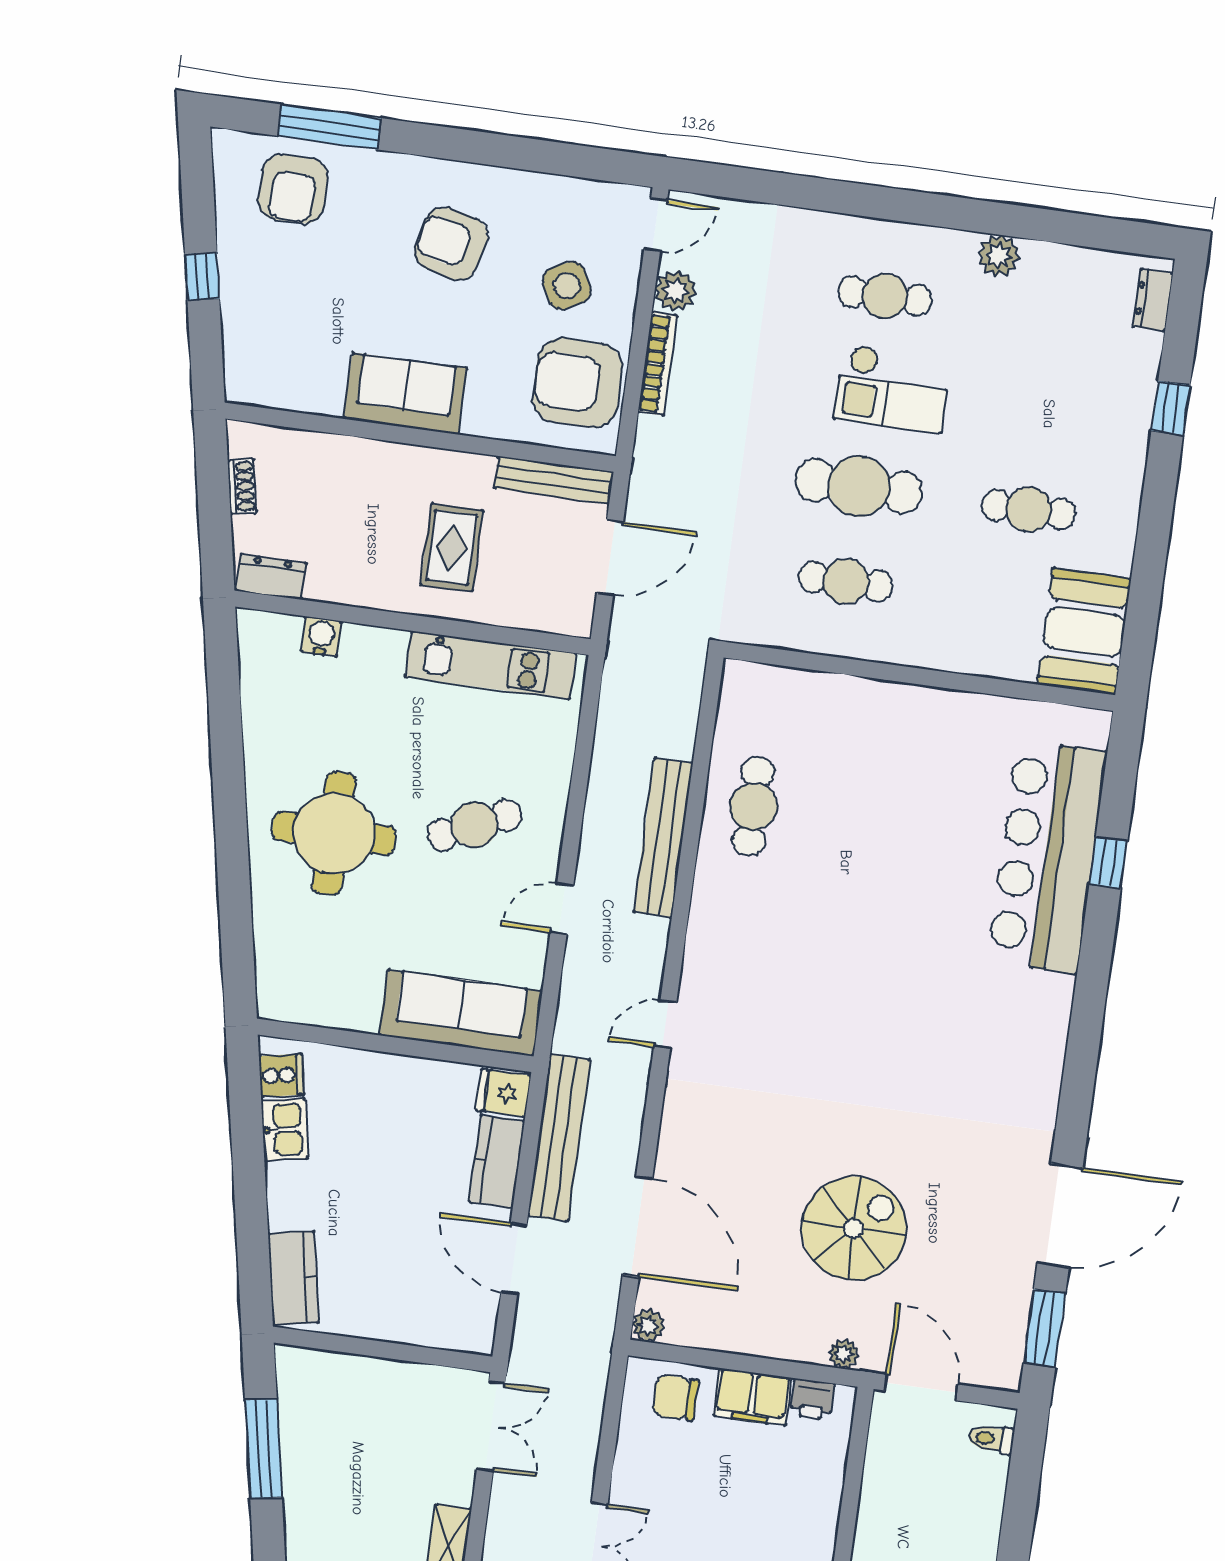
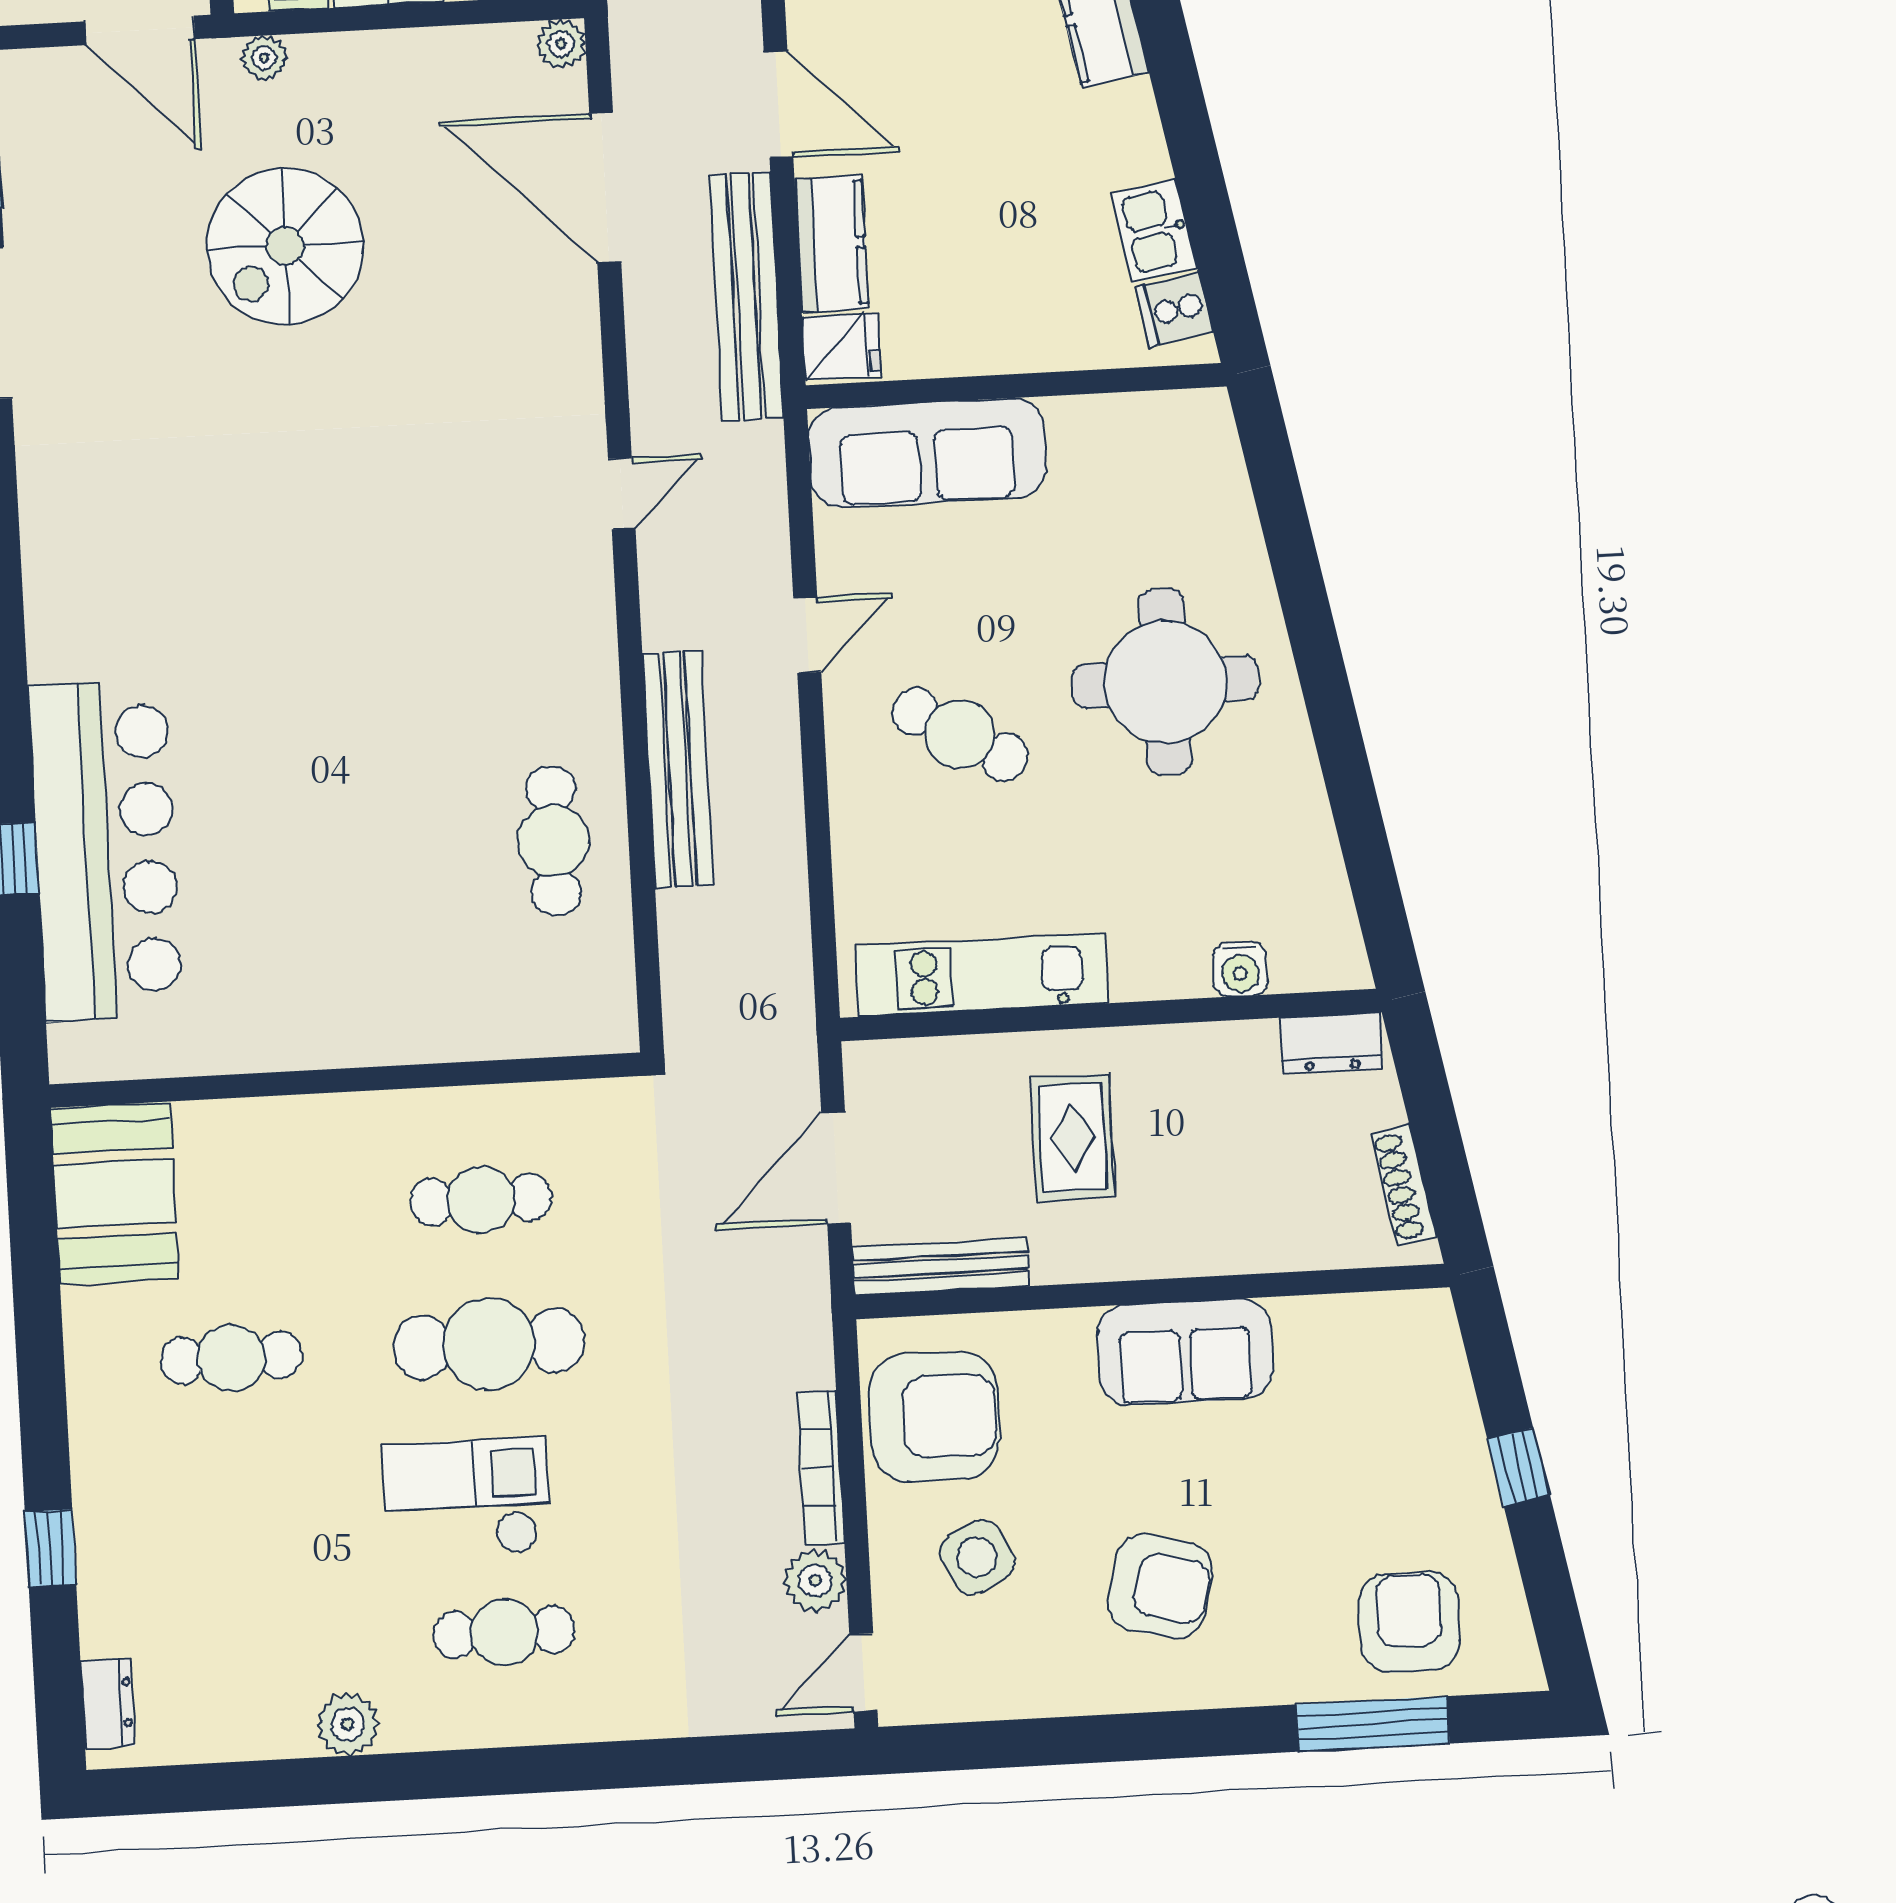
shoe rack: (242, 486) -> (1404, 1185), width x1.43
cafe table: (475, 825) -> (960, 734), turned 55

